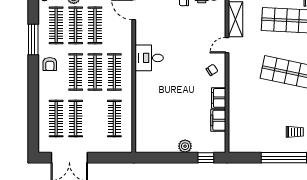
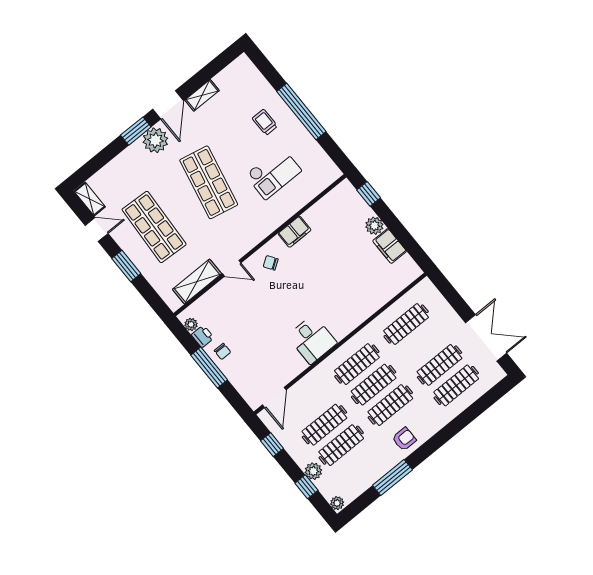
clothes rail: (56, 25) -> (358, 466), removed
checkout: (262, 113) -> (273, 173), added
filing cabinet: (218, 120) -> (390, 246), moved, turned 90

